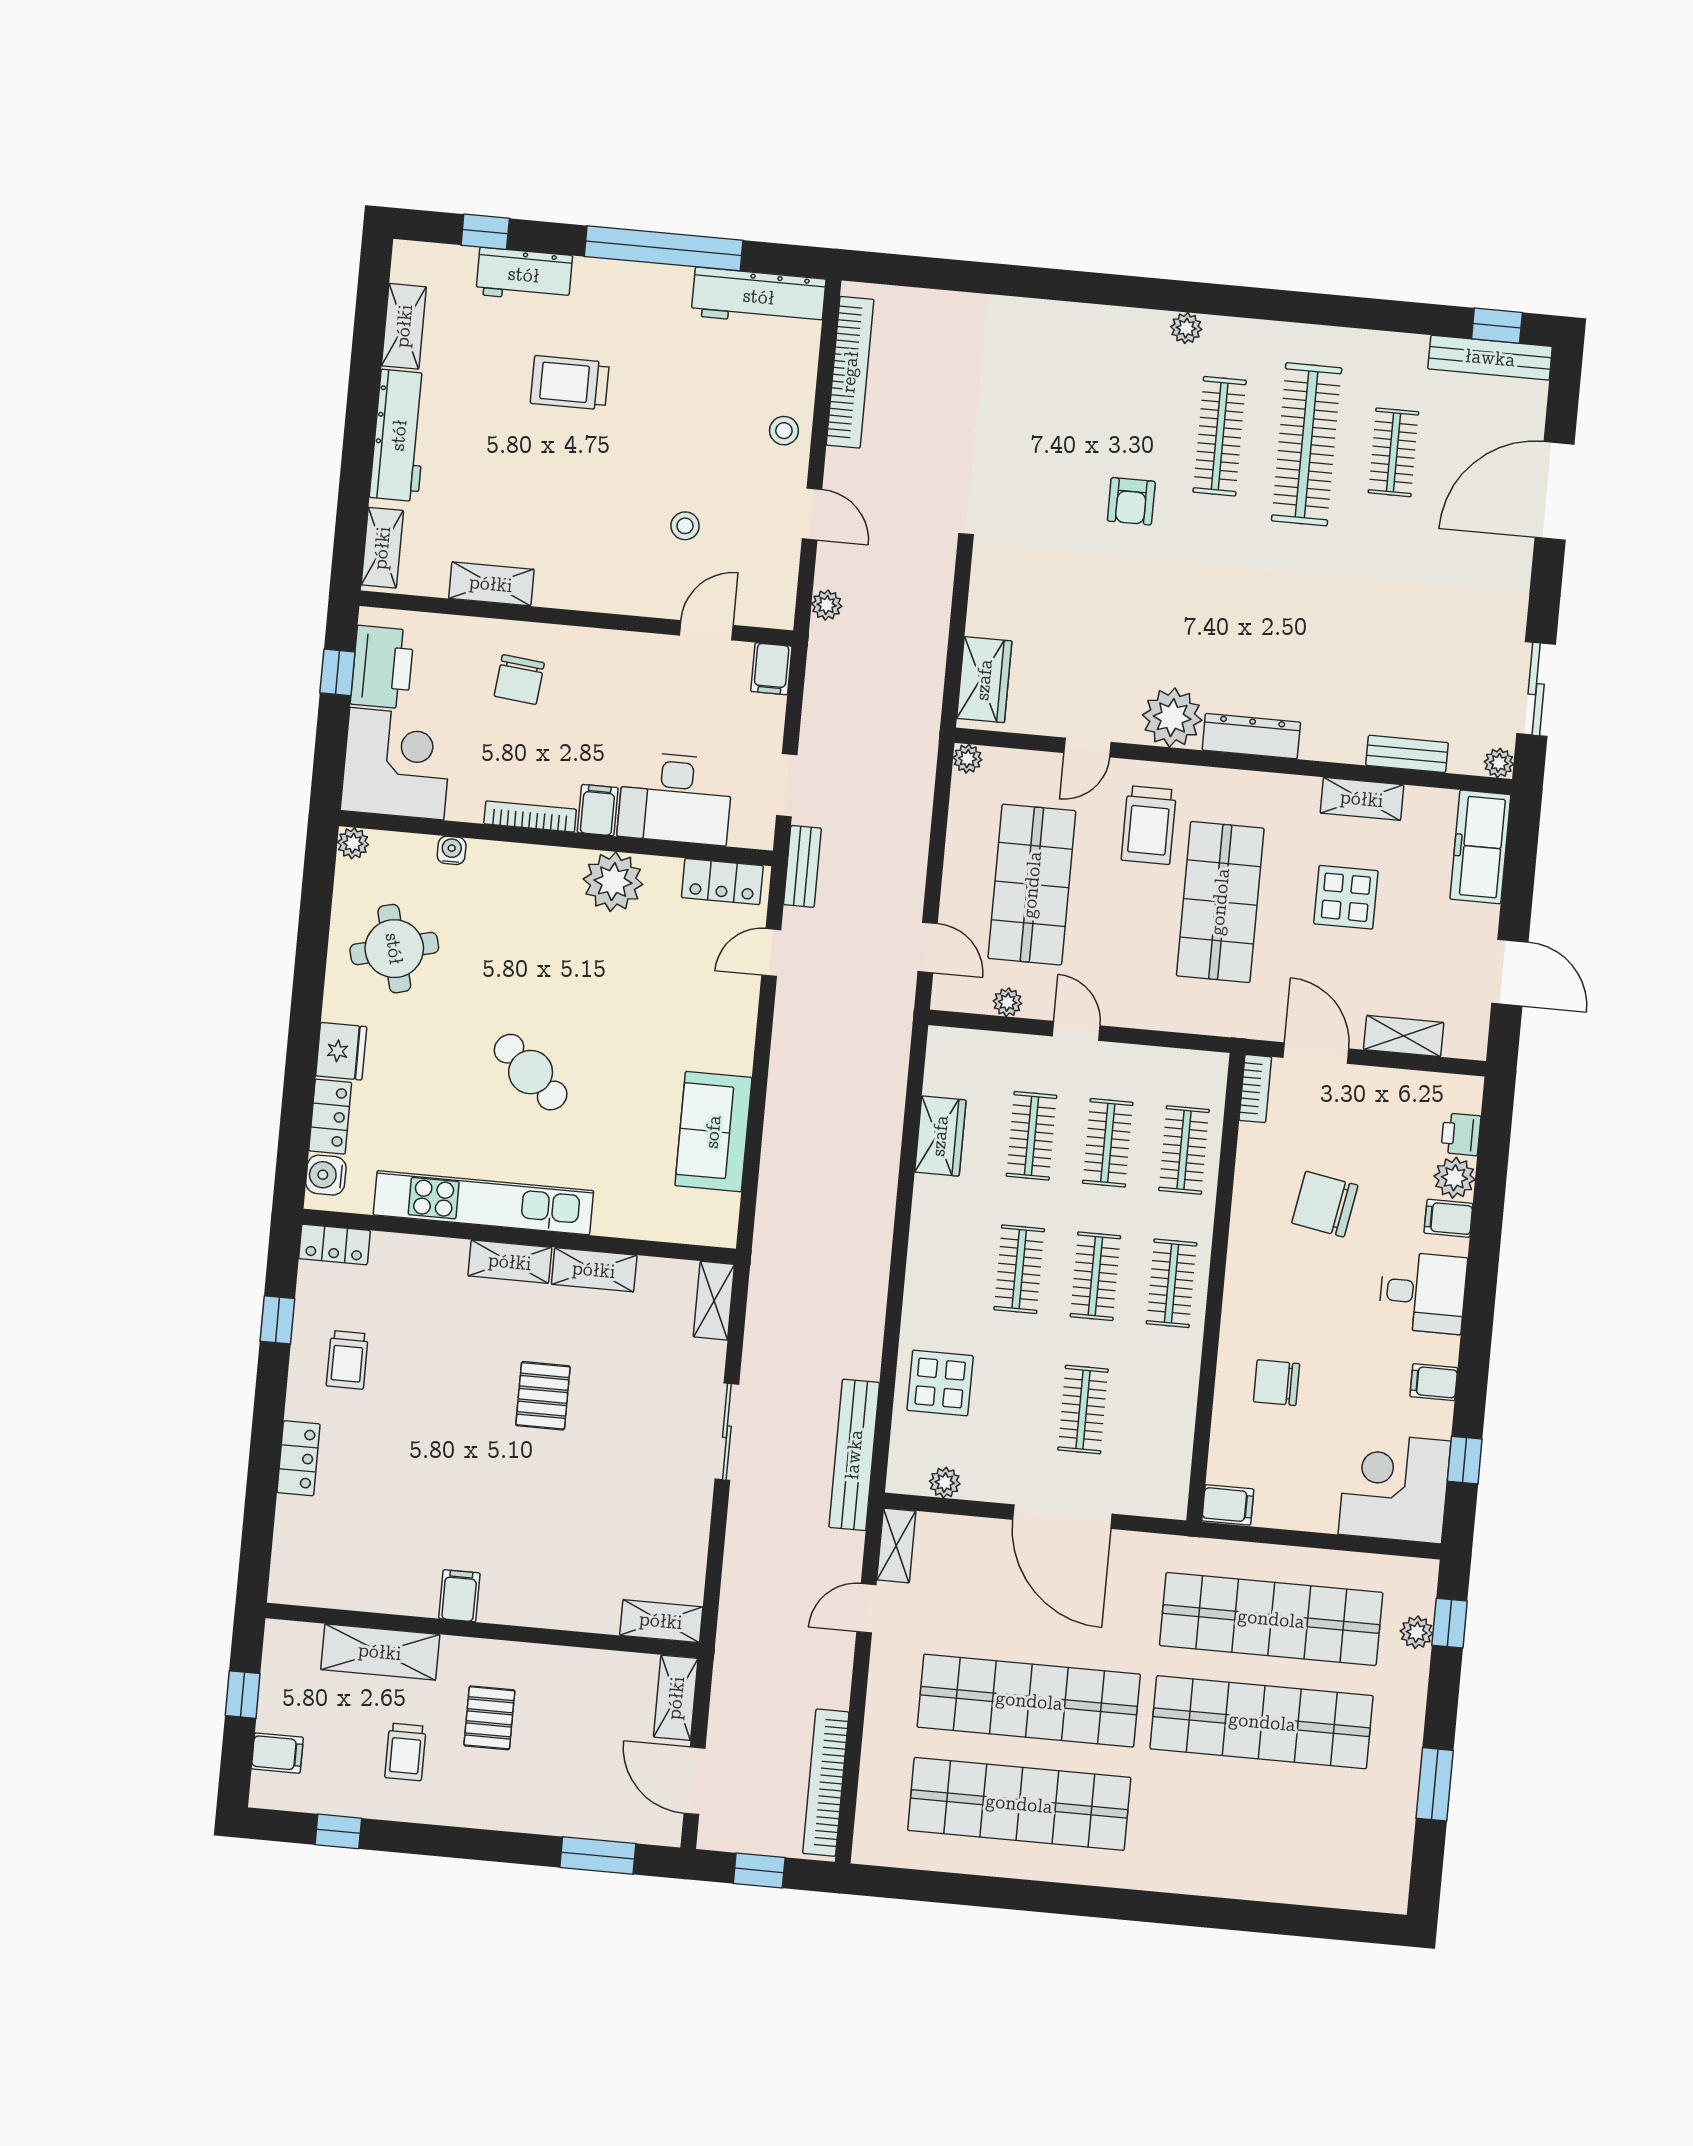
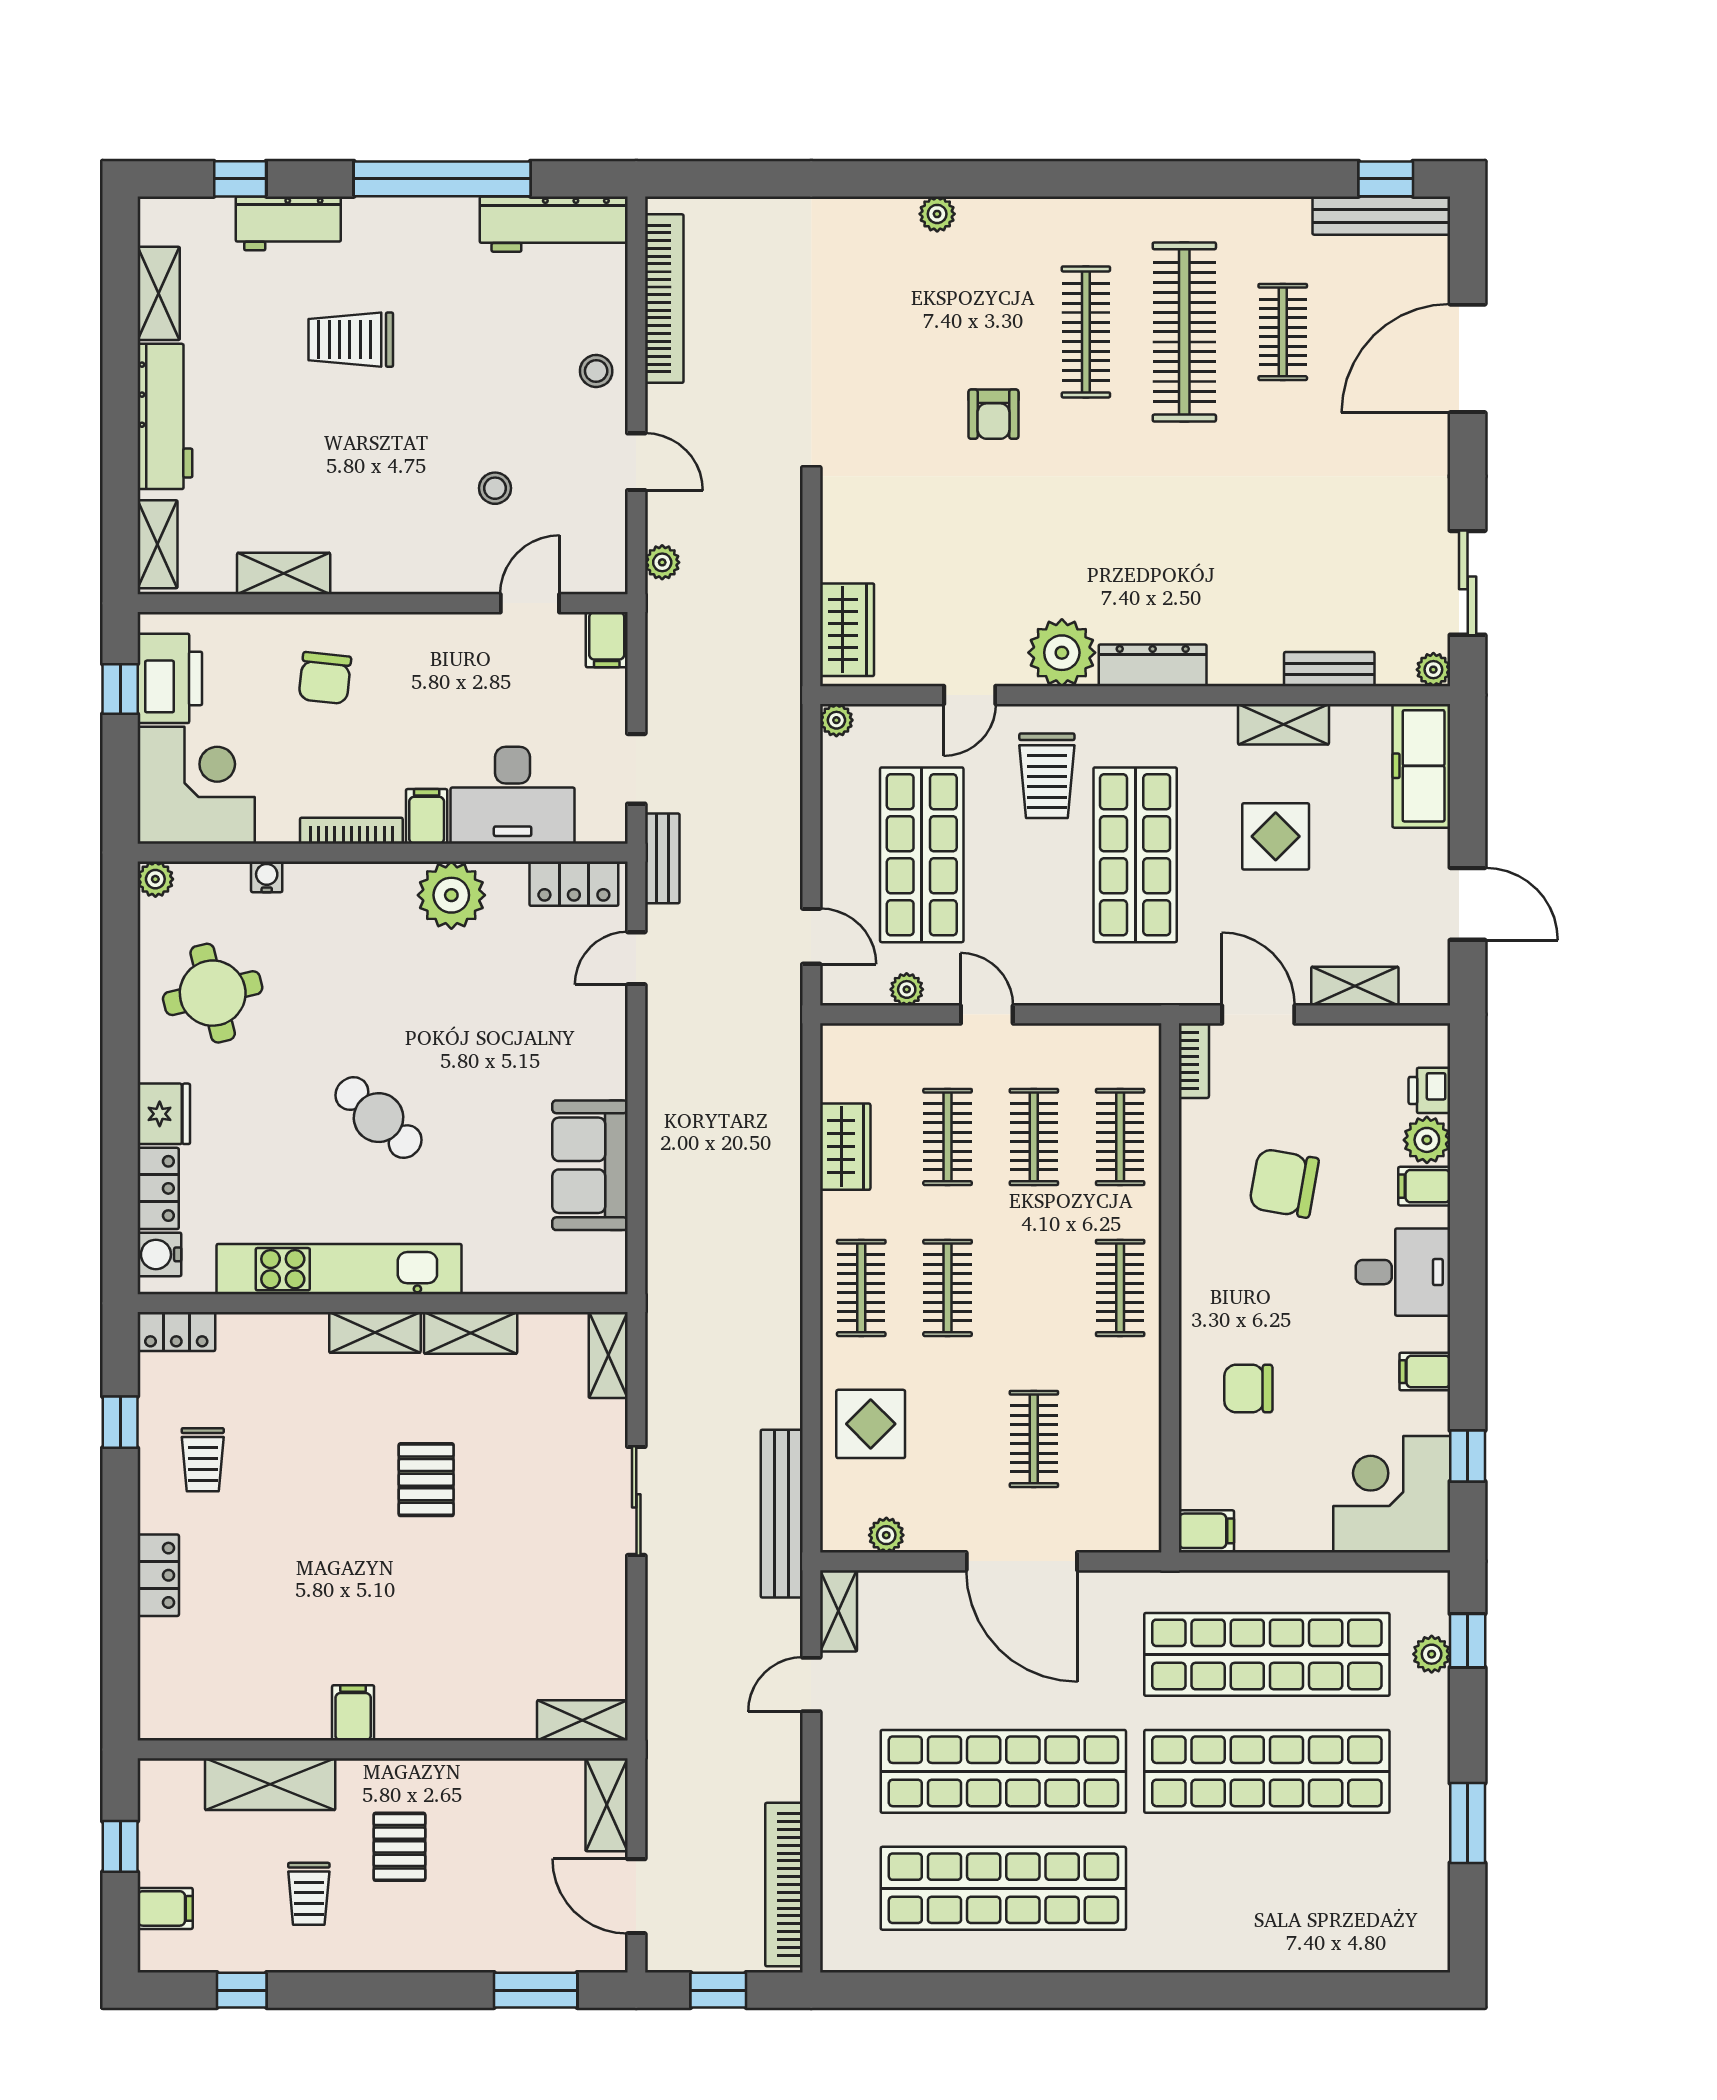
plant: (1186, 328) -> (937, 214), moved
clothes rail: (1095, 1276) -> (861, 1288), moved

